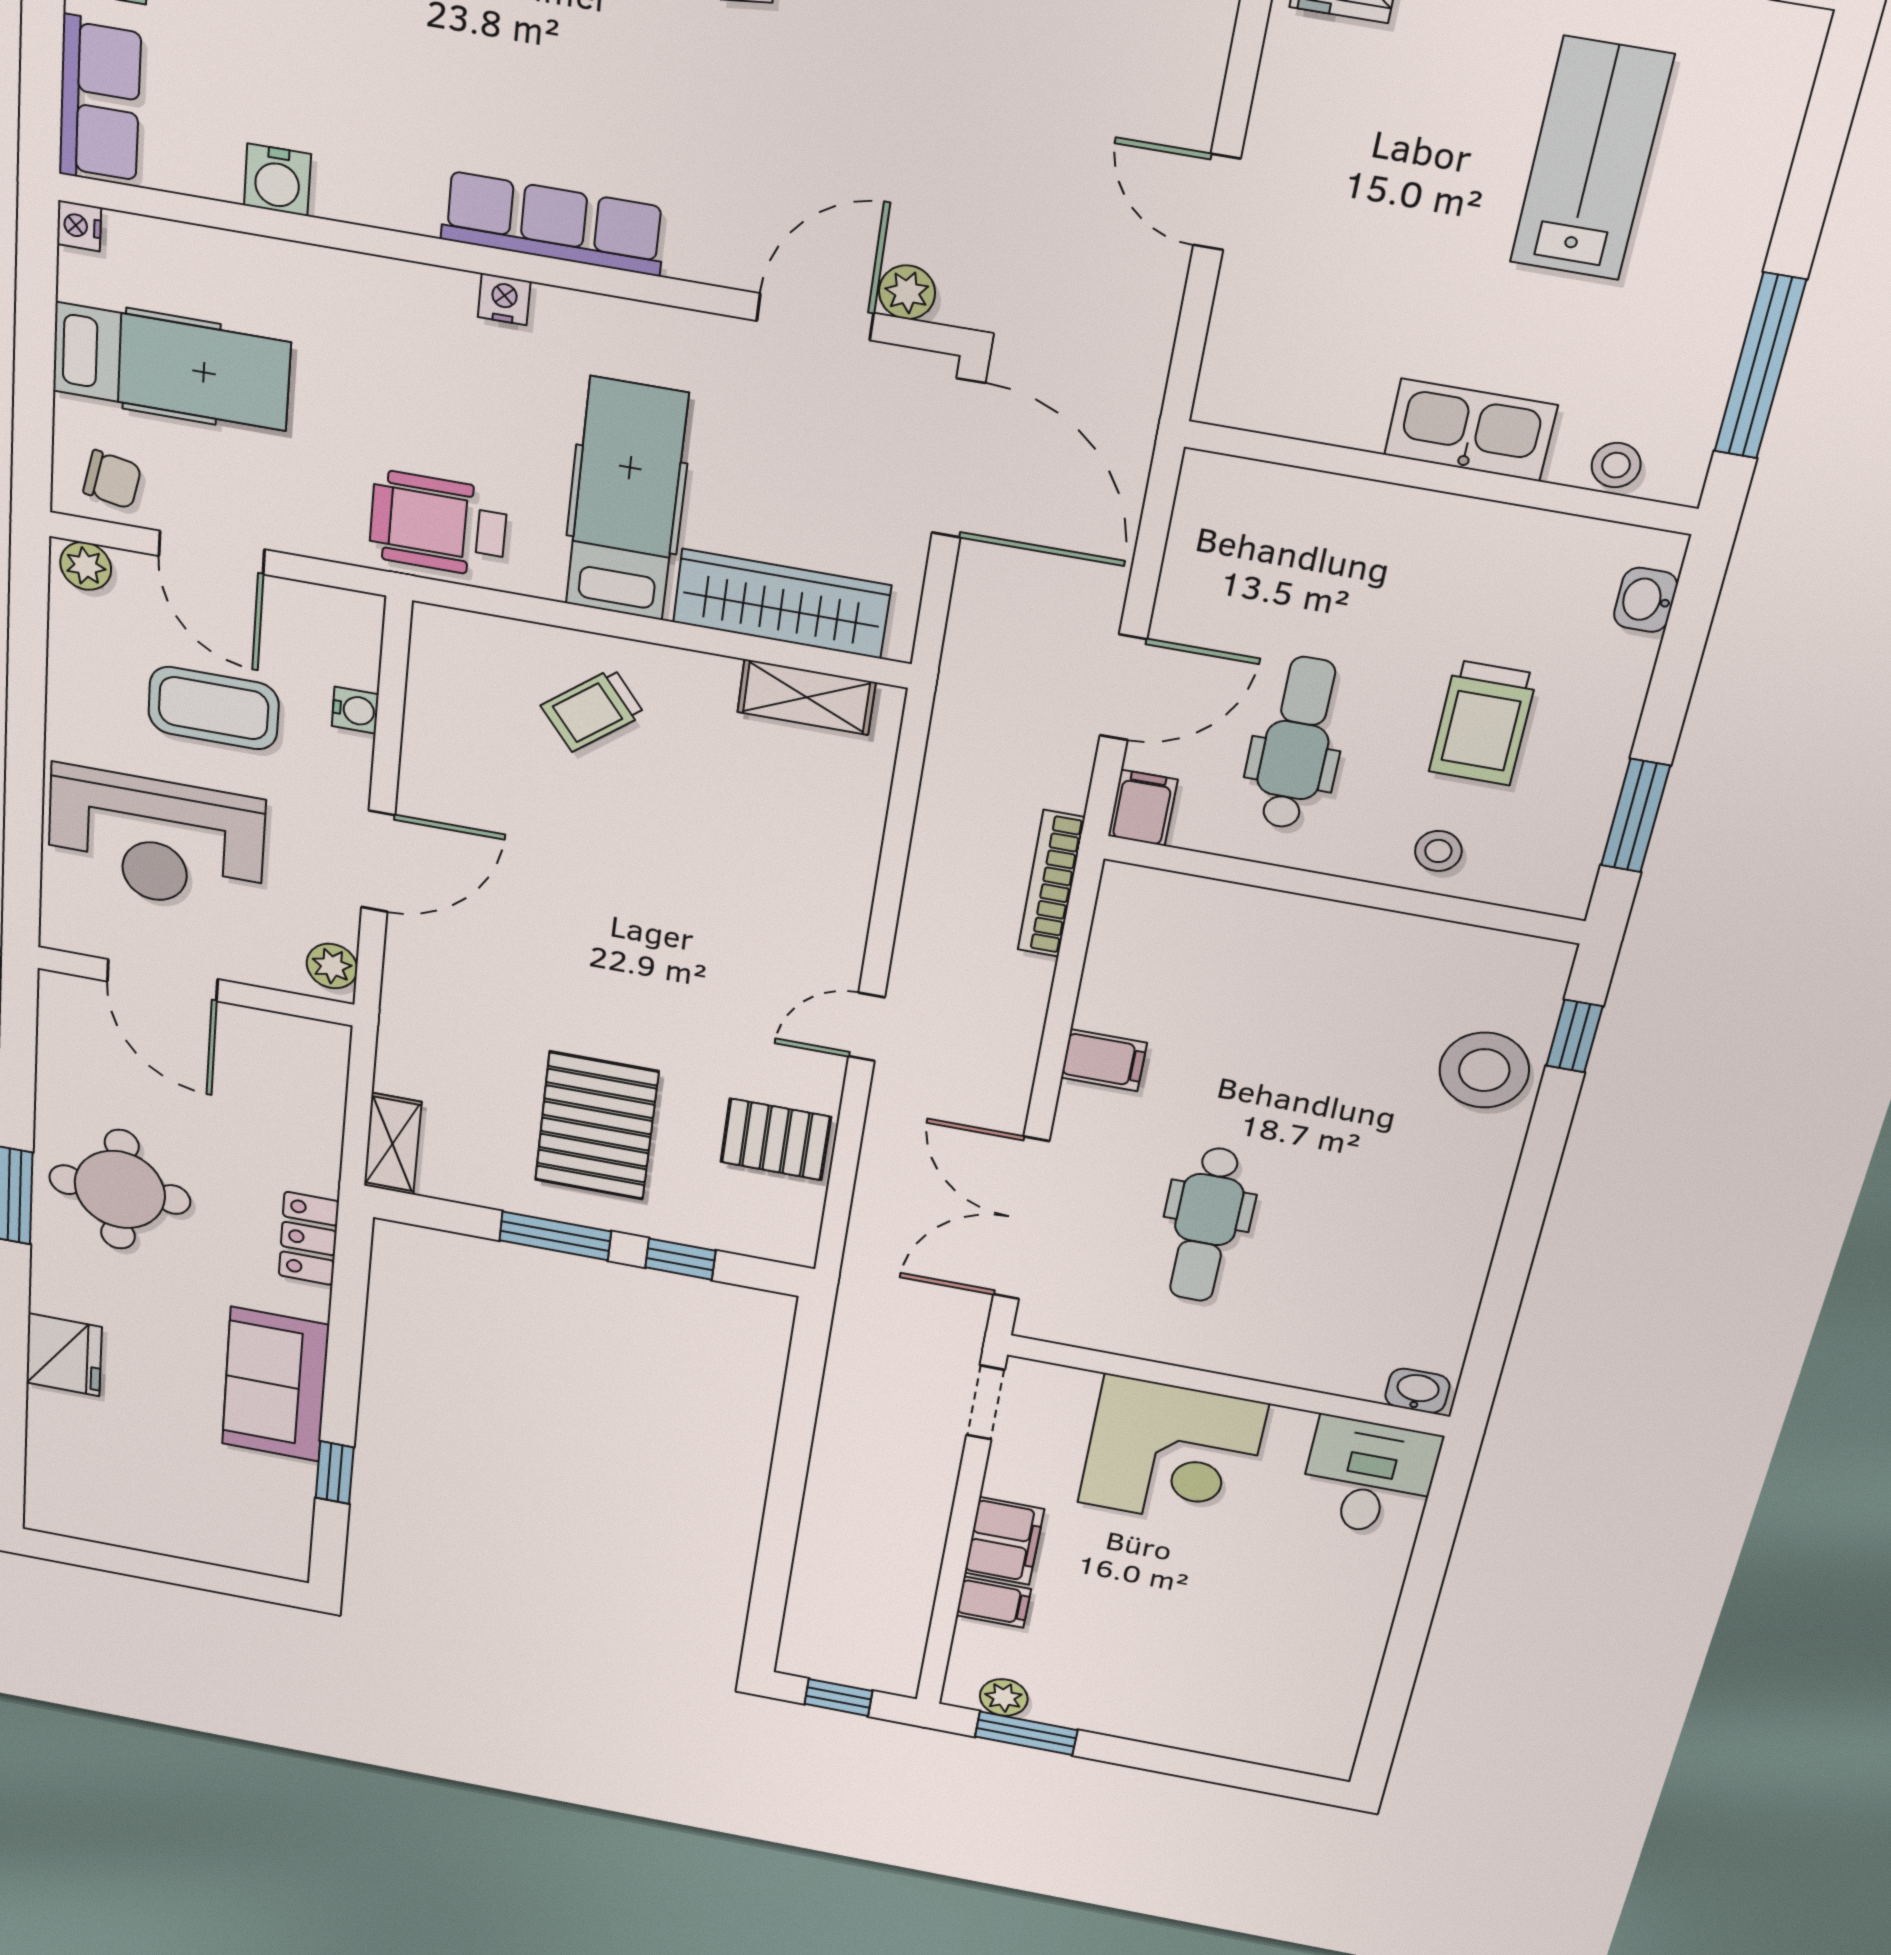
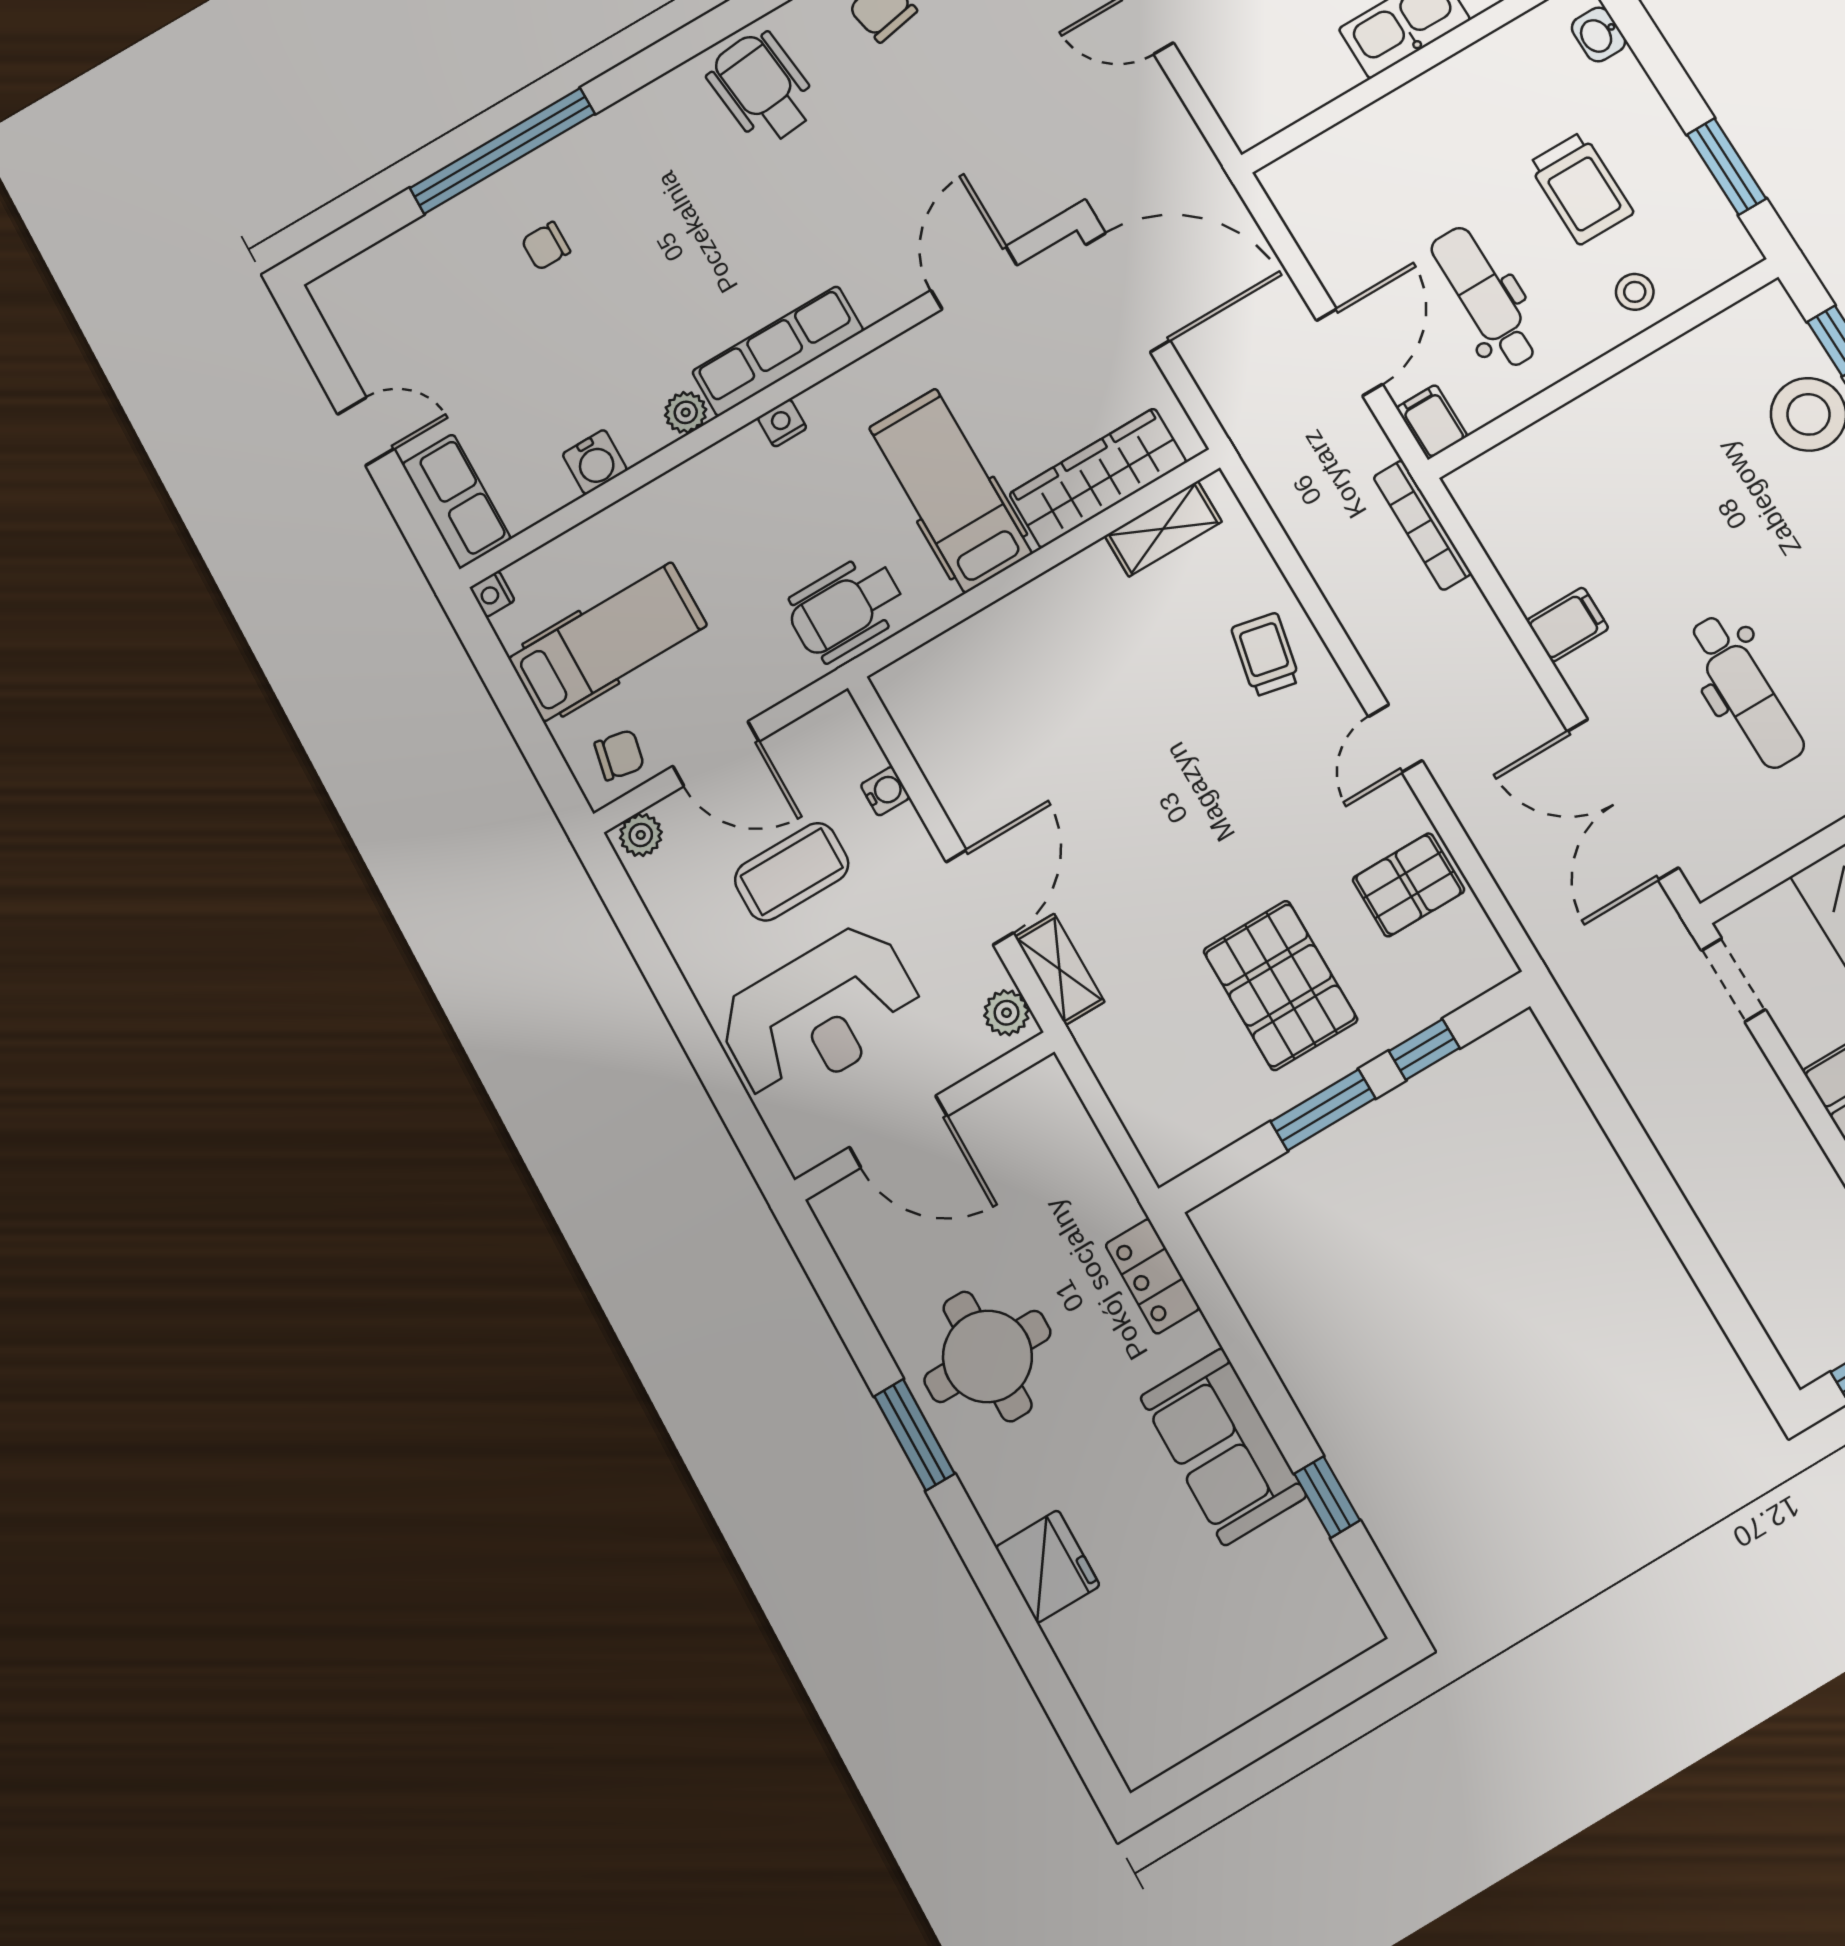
plant: (907, 292) -> (686, 412), moved
trolley: (593, 710) -> (1266, 655), moved, turned 141
shelving: (392, 1144) -> (1060, 969), moved

